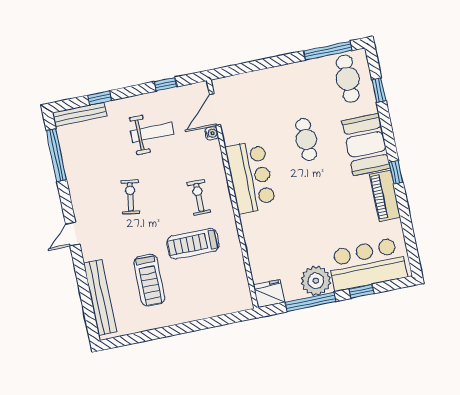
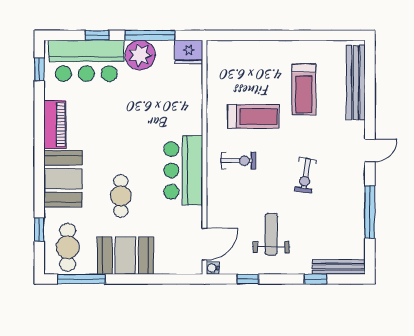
booth: (290, 82) -> (125, 256), added
weight bench: (152, 132) -> (271, 234), turned 90
water cooler: (212, 133) -> (213, 268), moved
window: (56, 155) -> (370, 212), moved
window: (396, 172) -> (39, 69), moved
exercise bike: (199, 198) -> (238, 161), turned -90
treadmill: (149, 280) -> (304, 89), turned 180

